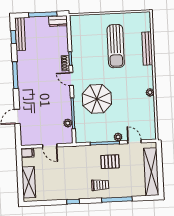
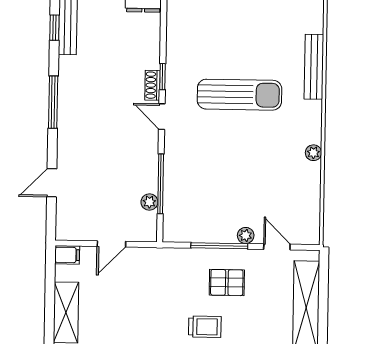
sun lounger: (116, 46) -> (239, 95), moved, turned -90
parasol: (97, 99) -> (209, 159), removed
door: (50, 146) -> (111, 244), hinge flipped

